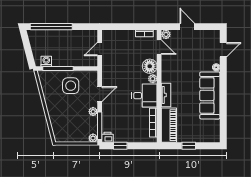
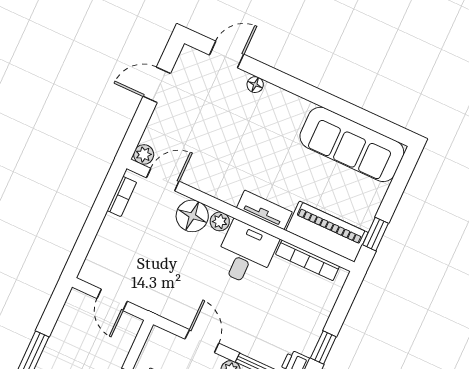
door: (187, 27) -> (157, 85), moved
door: (223, 50) -> (227, 55), hinge flipped
sofa: (210, 95) -> (352, 144), moved
window: (189, 146) -> (375, 234), moved

